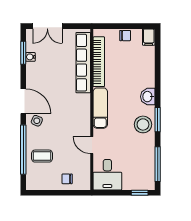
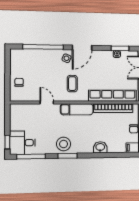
washbasin: (148, 97) -> (100, 147), moved
door: (92, 145) -> (47, 103), hinge flipped
coffee table: (42, 156) -> (72, 84), moved
desk: (107, 175) -> (22, 143), moved

